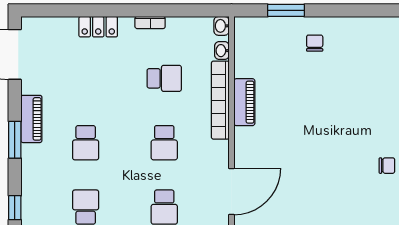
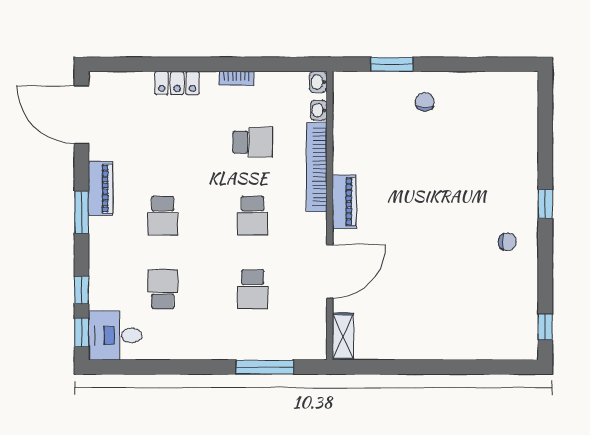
piano: (244, 102) -> (344, 202), moved

